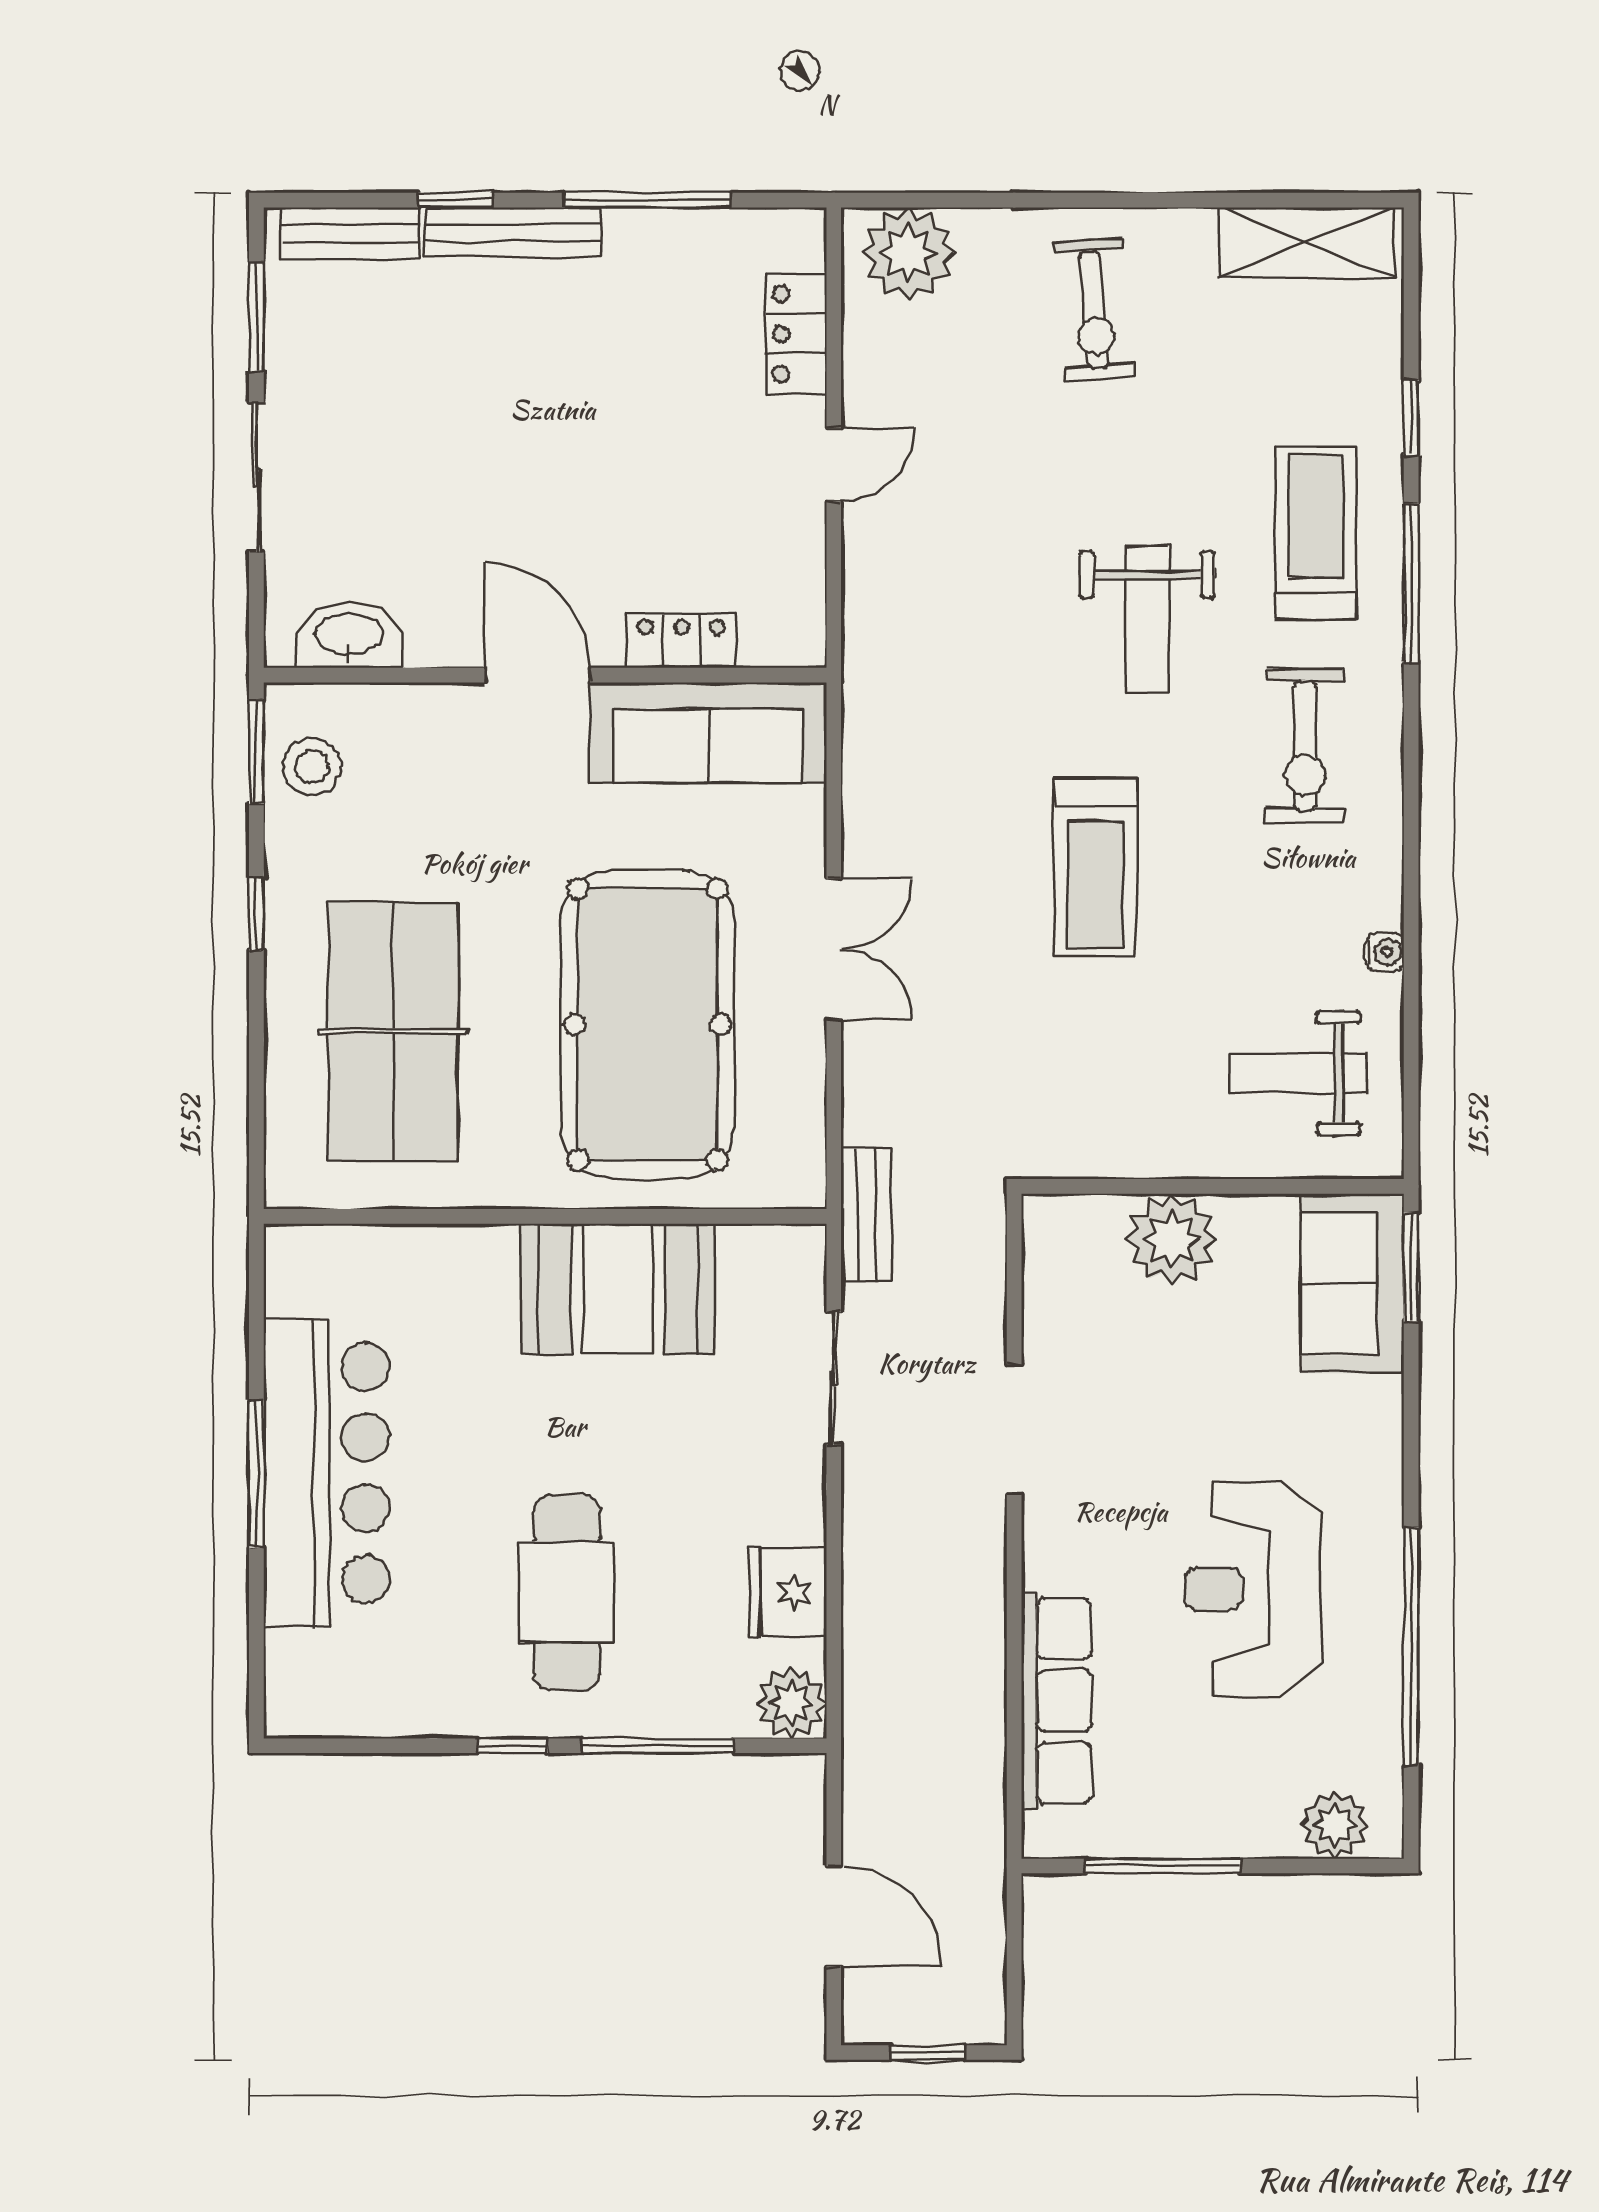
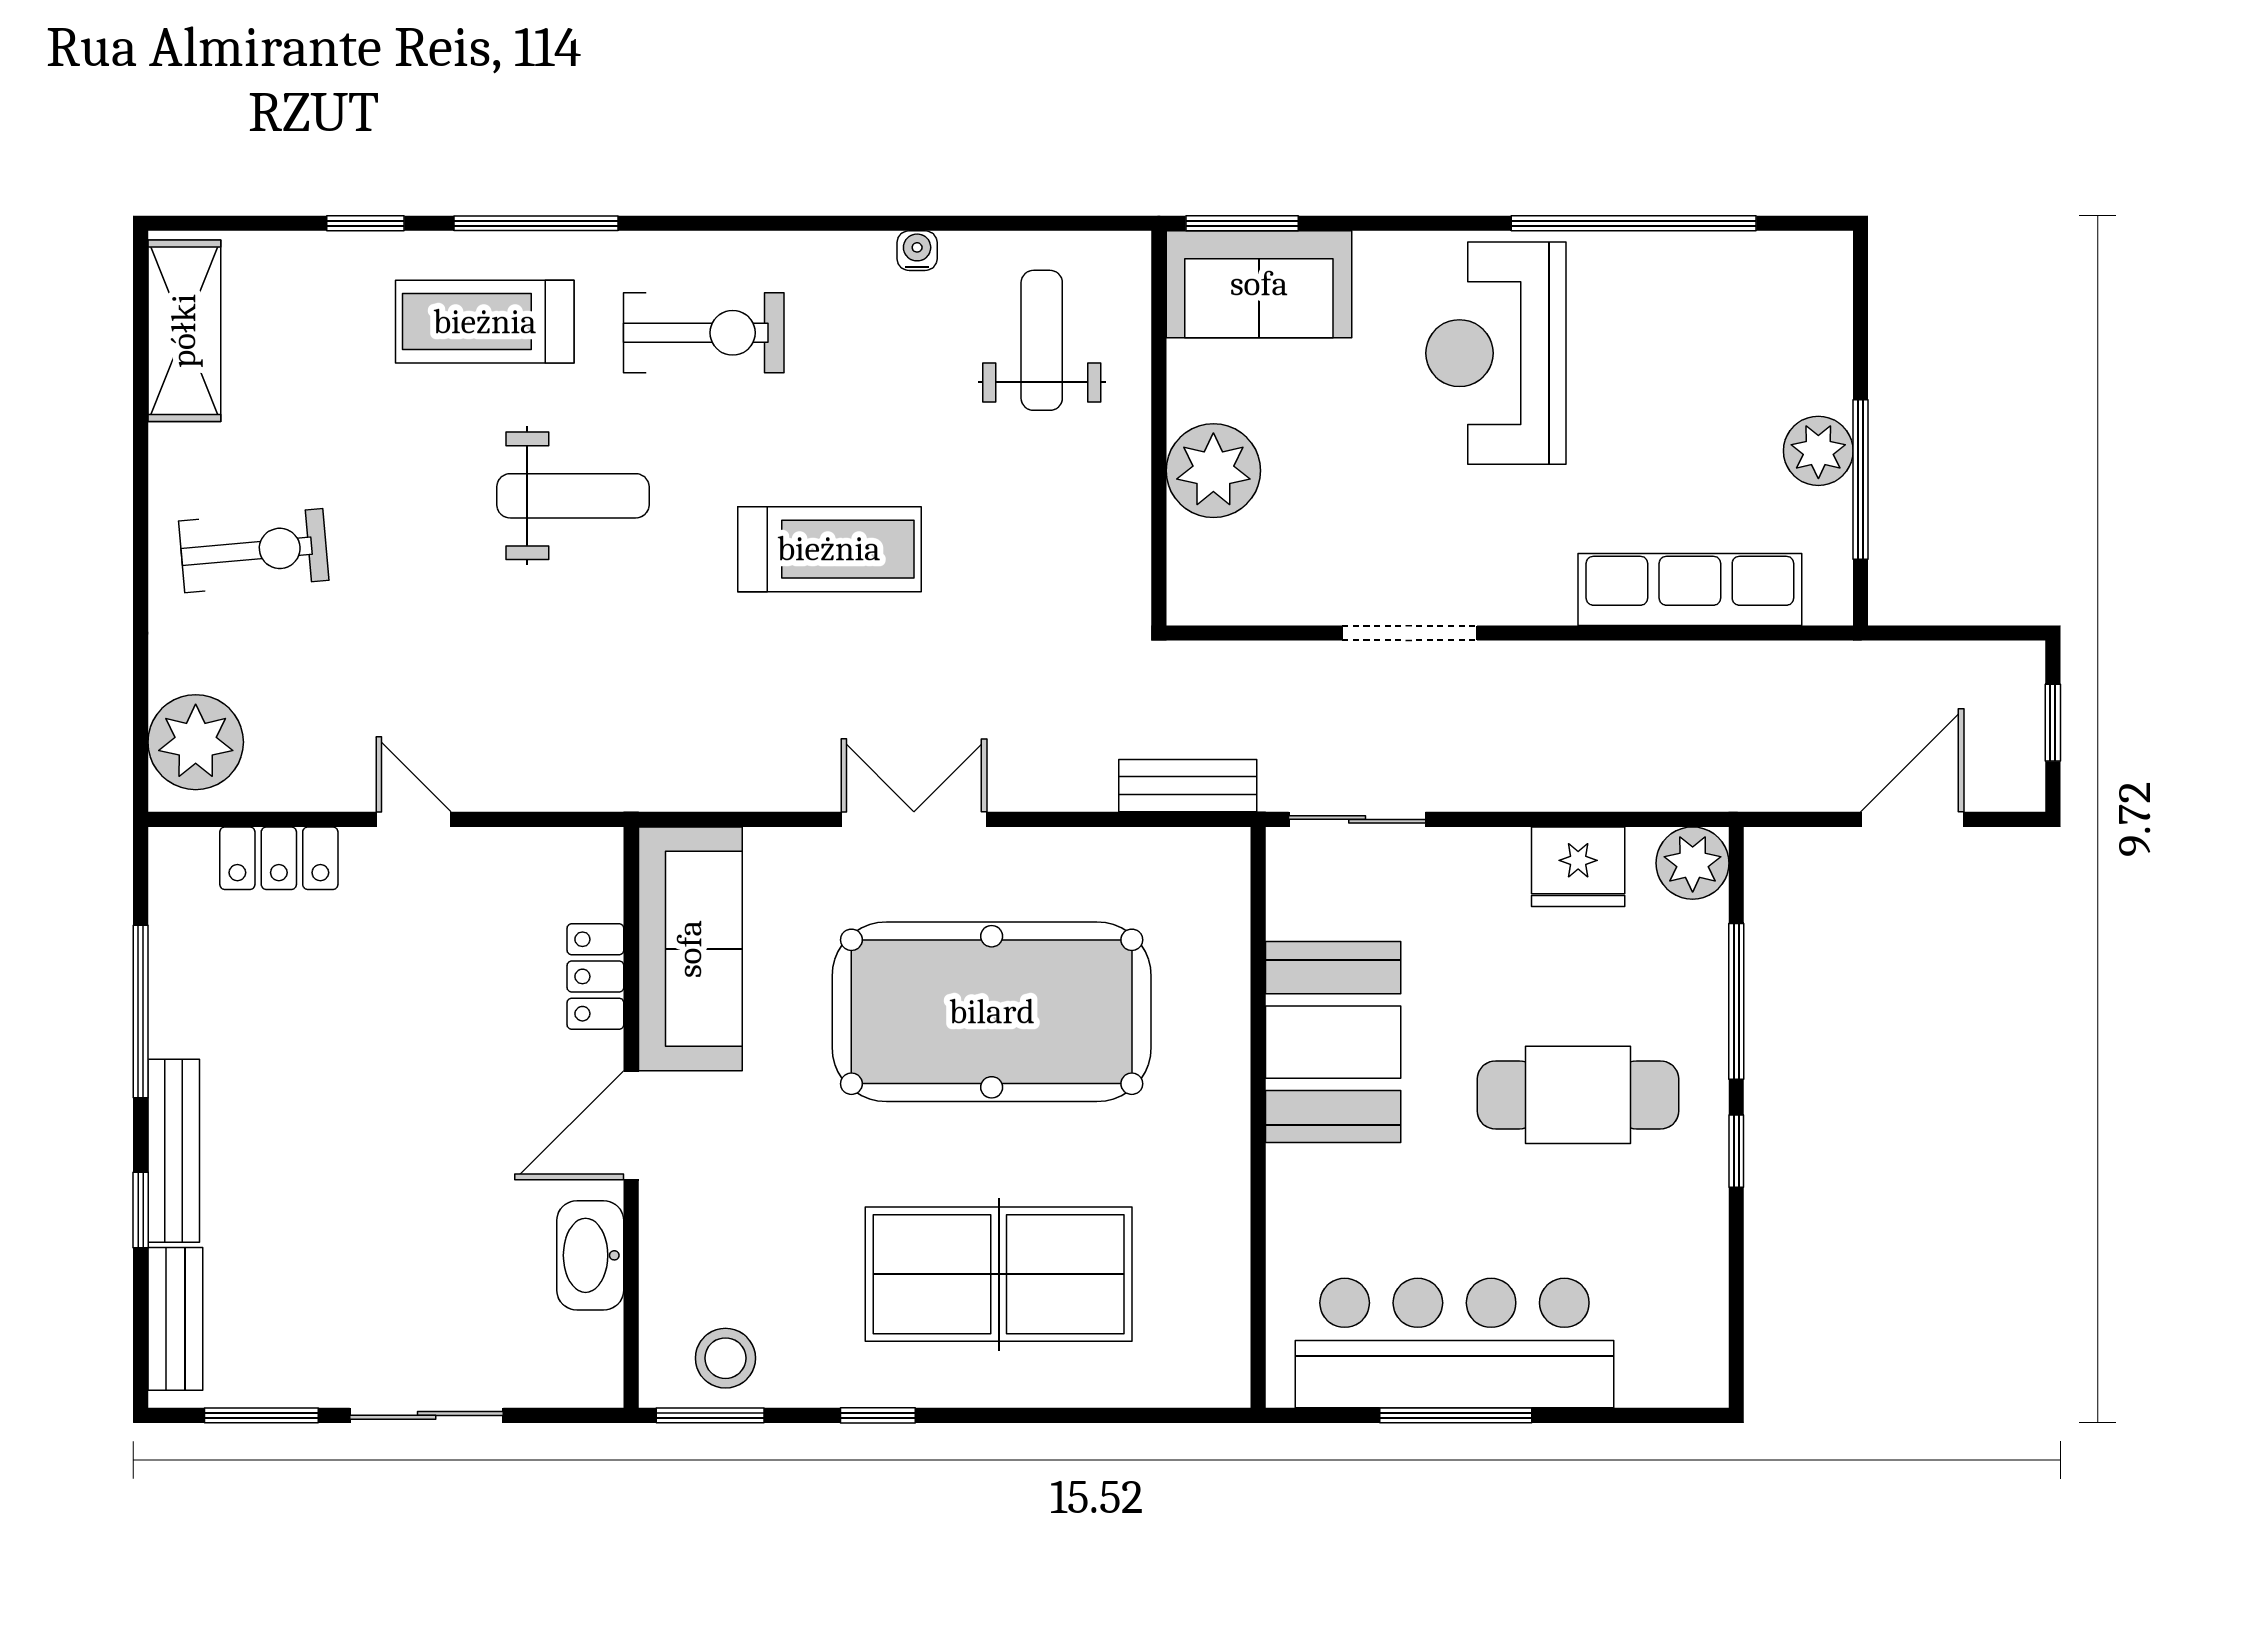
washbasin: (349, 636) -> (590, 1255), moved
weight bench: (1298, 1073) -> (1042, 340), turned 180
wall: (545, 1216) -> (1258, 1117), moved
booth: (618, 1289) -> (1333, 1042), moved
reception desk: (1253, 1589) -> (1496, 353), moved, turned 90
plant: (1335, 1825) -> (1818, 451), moved

